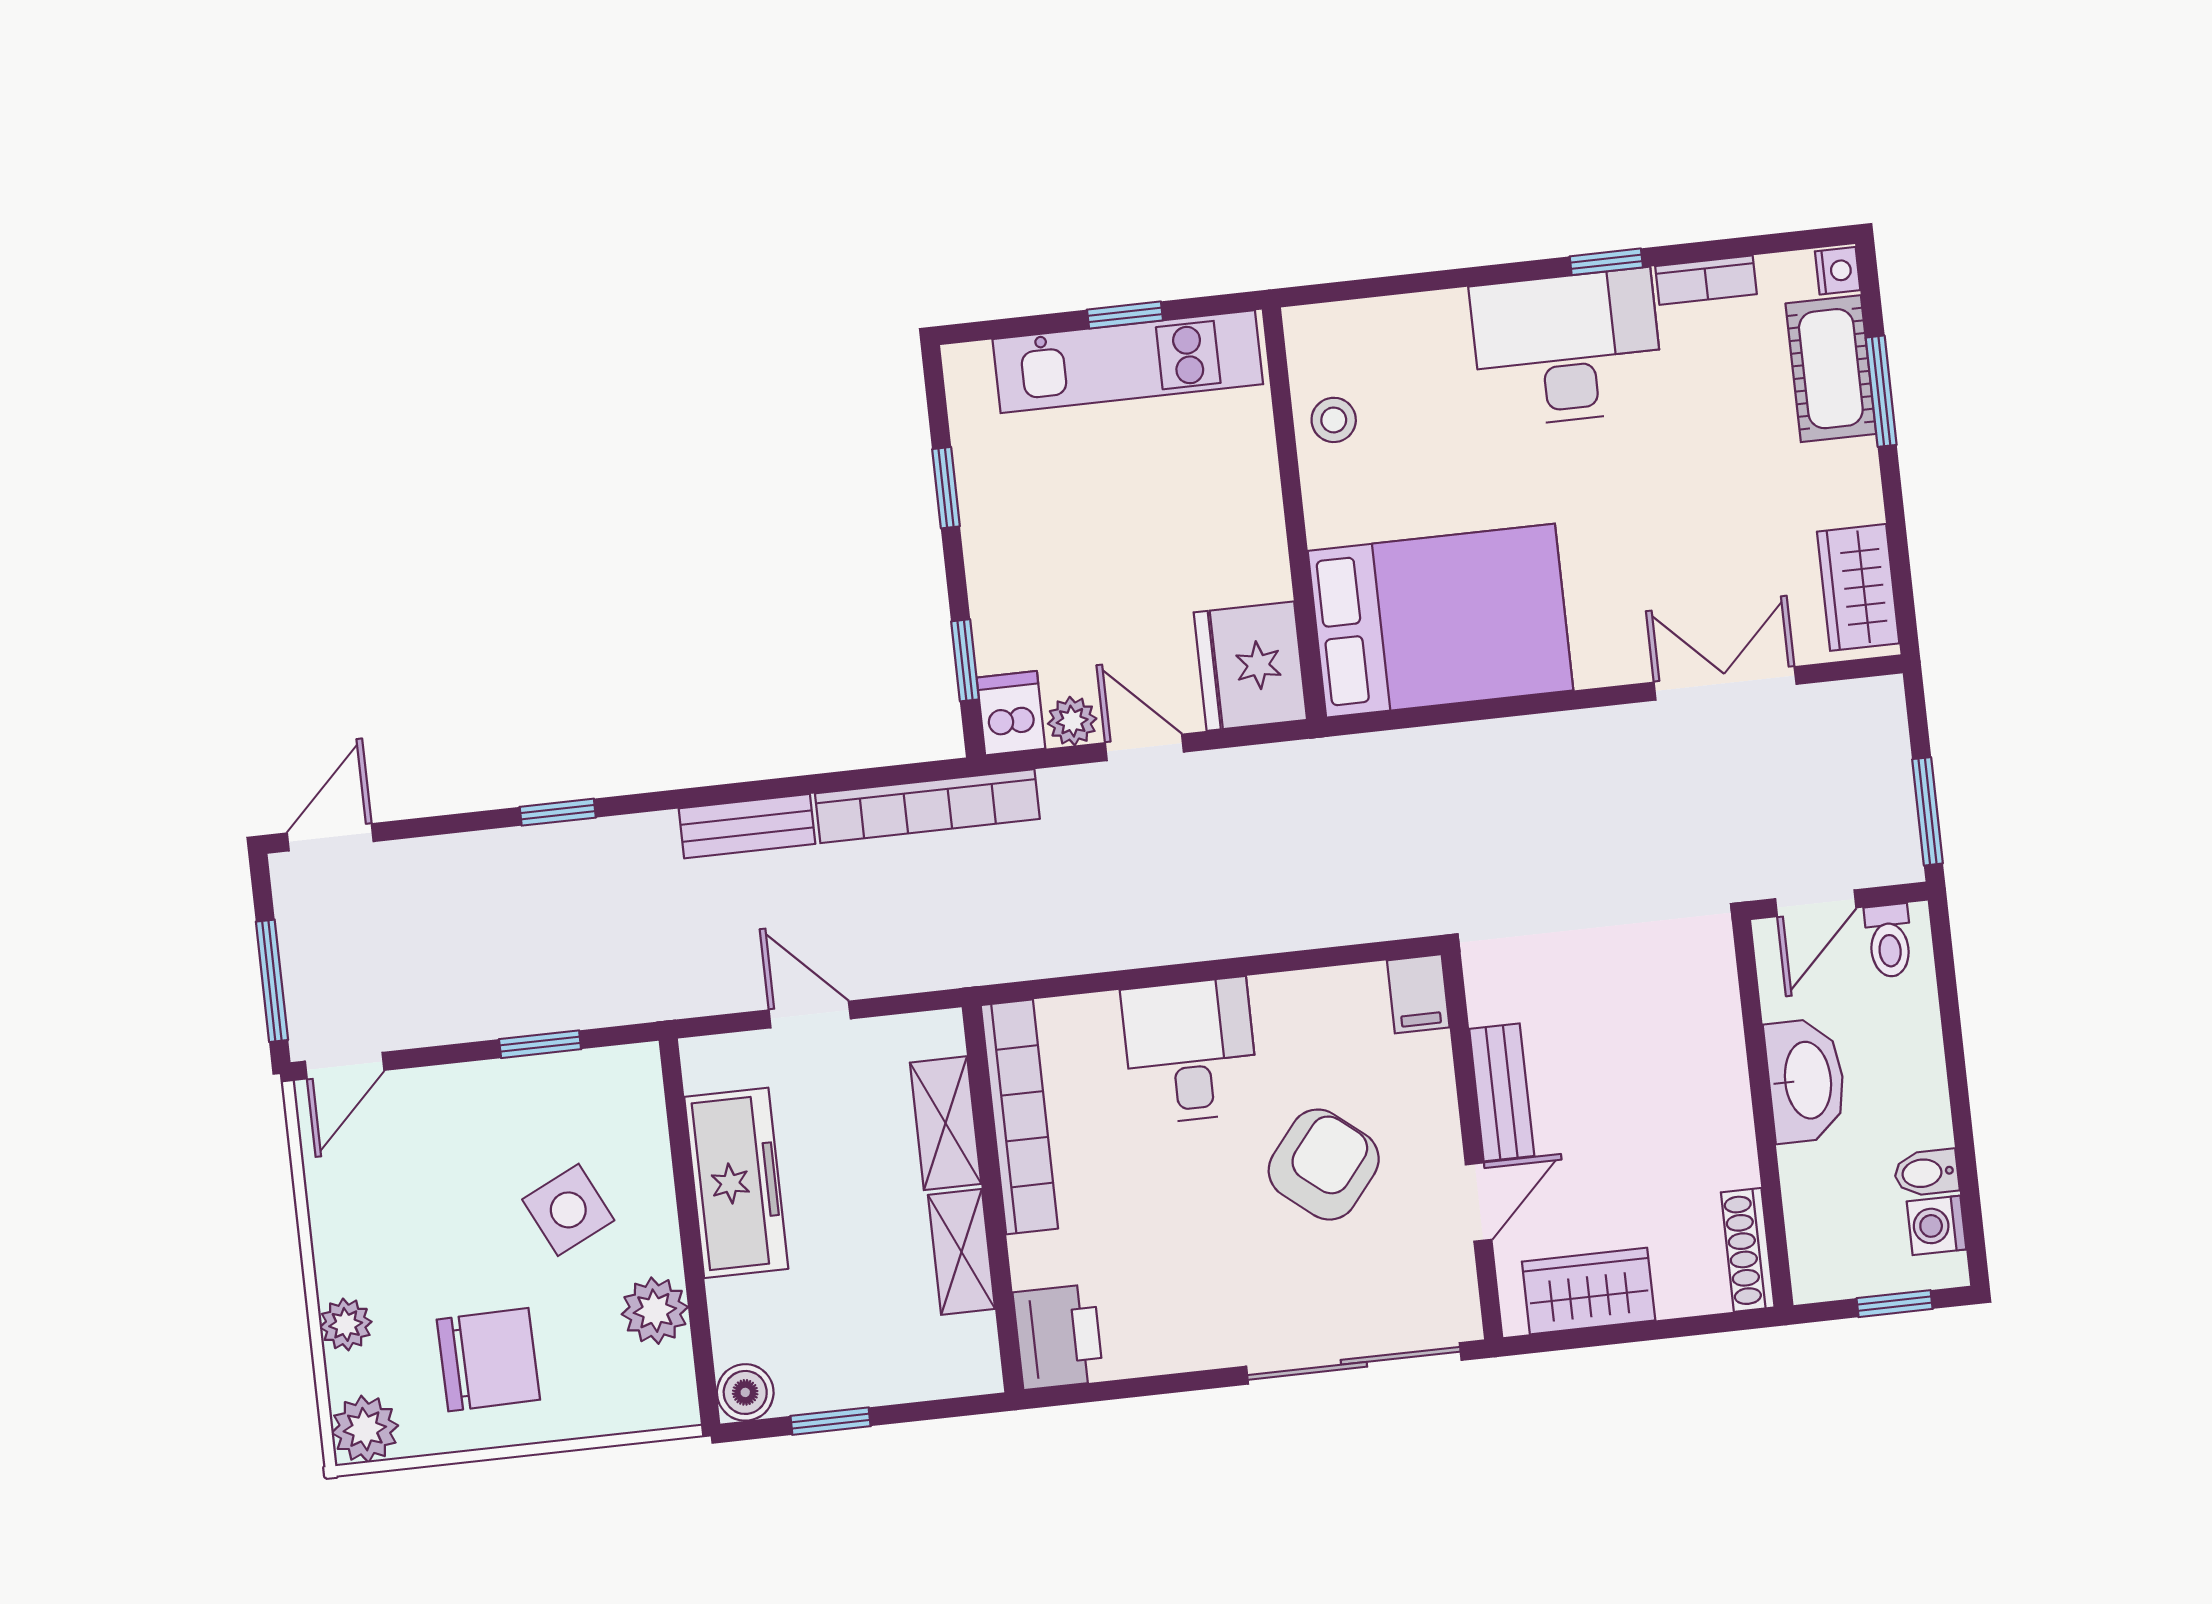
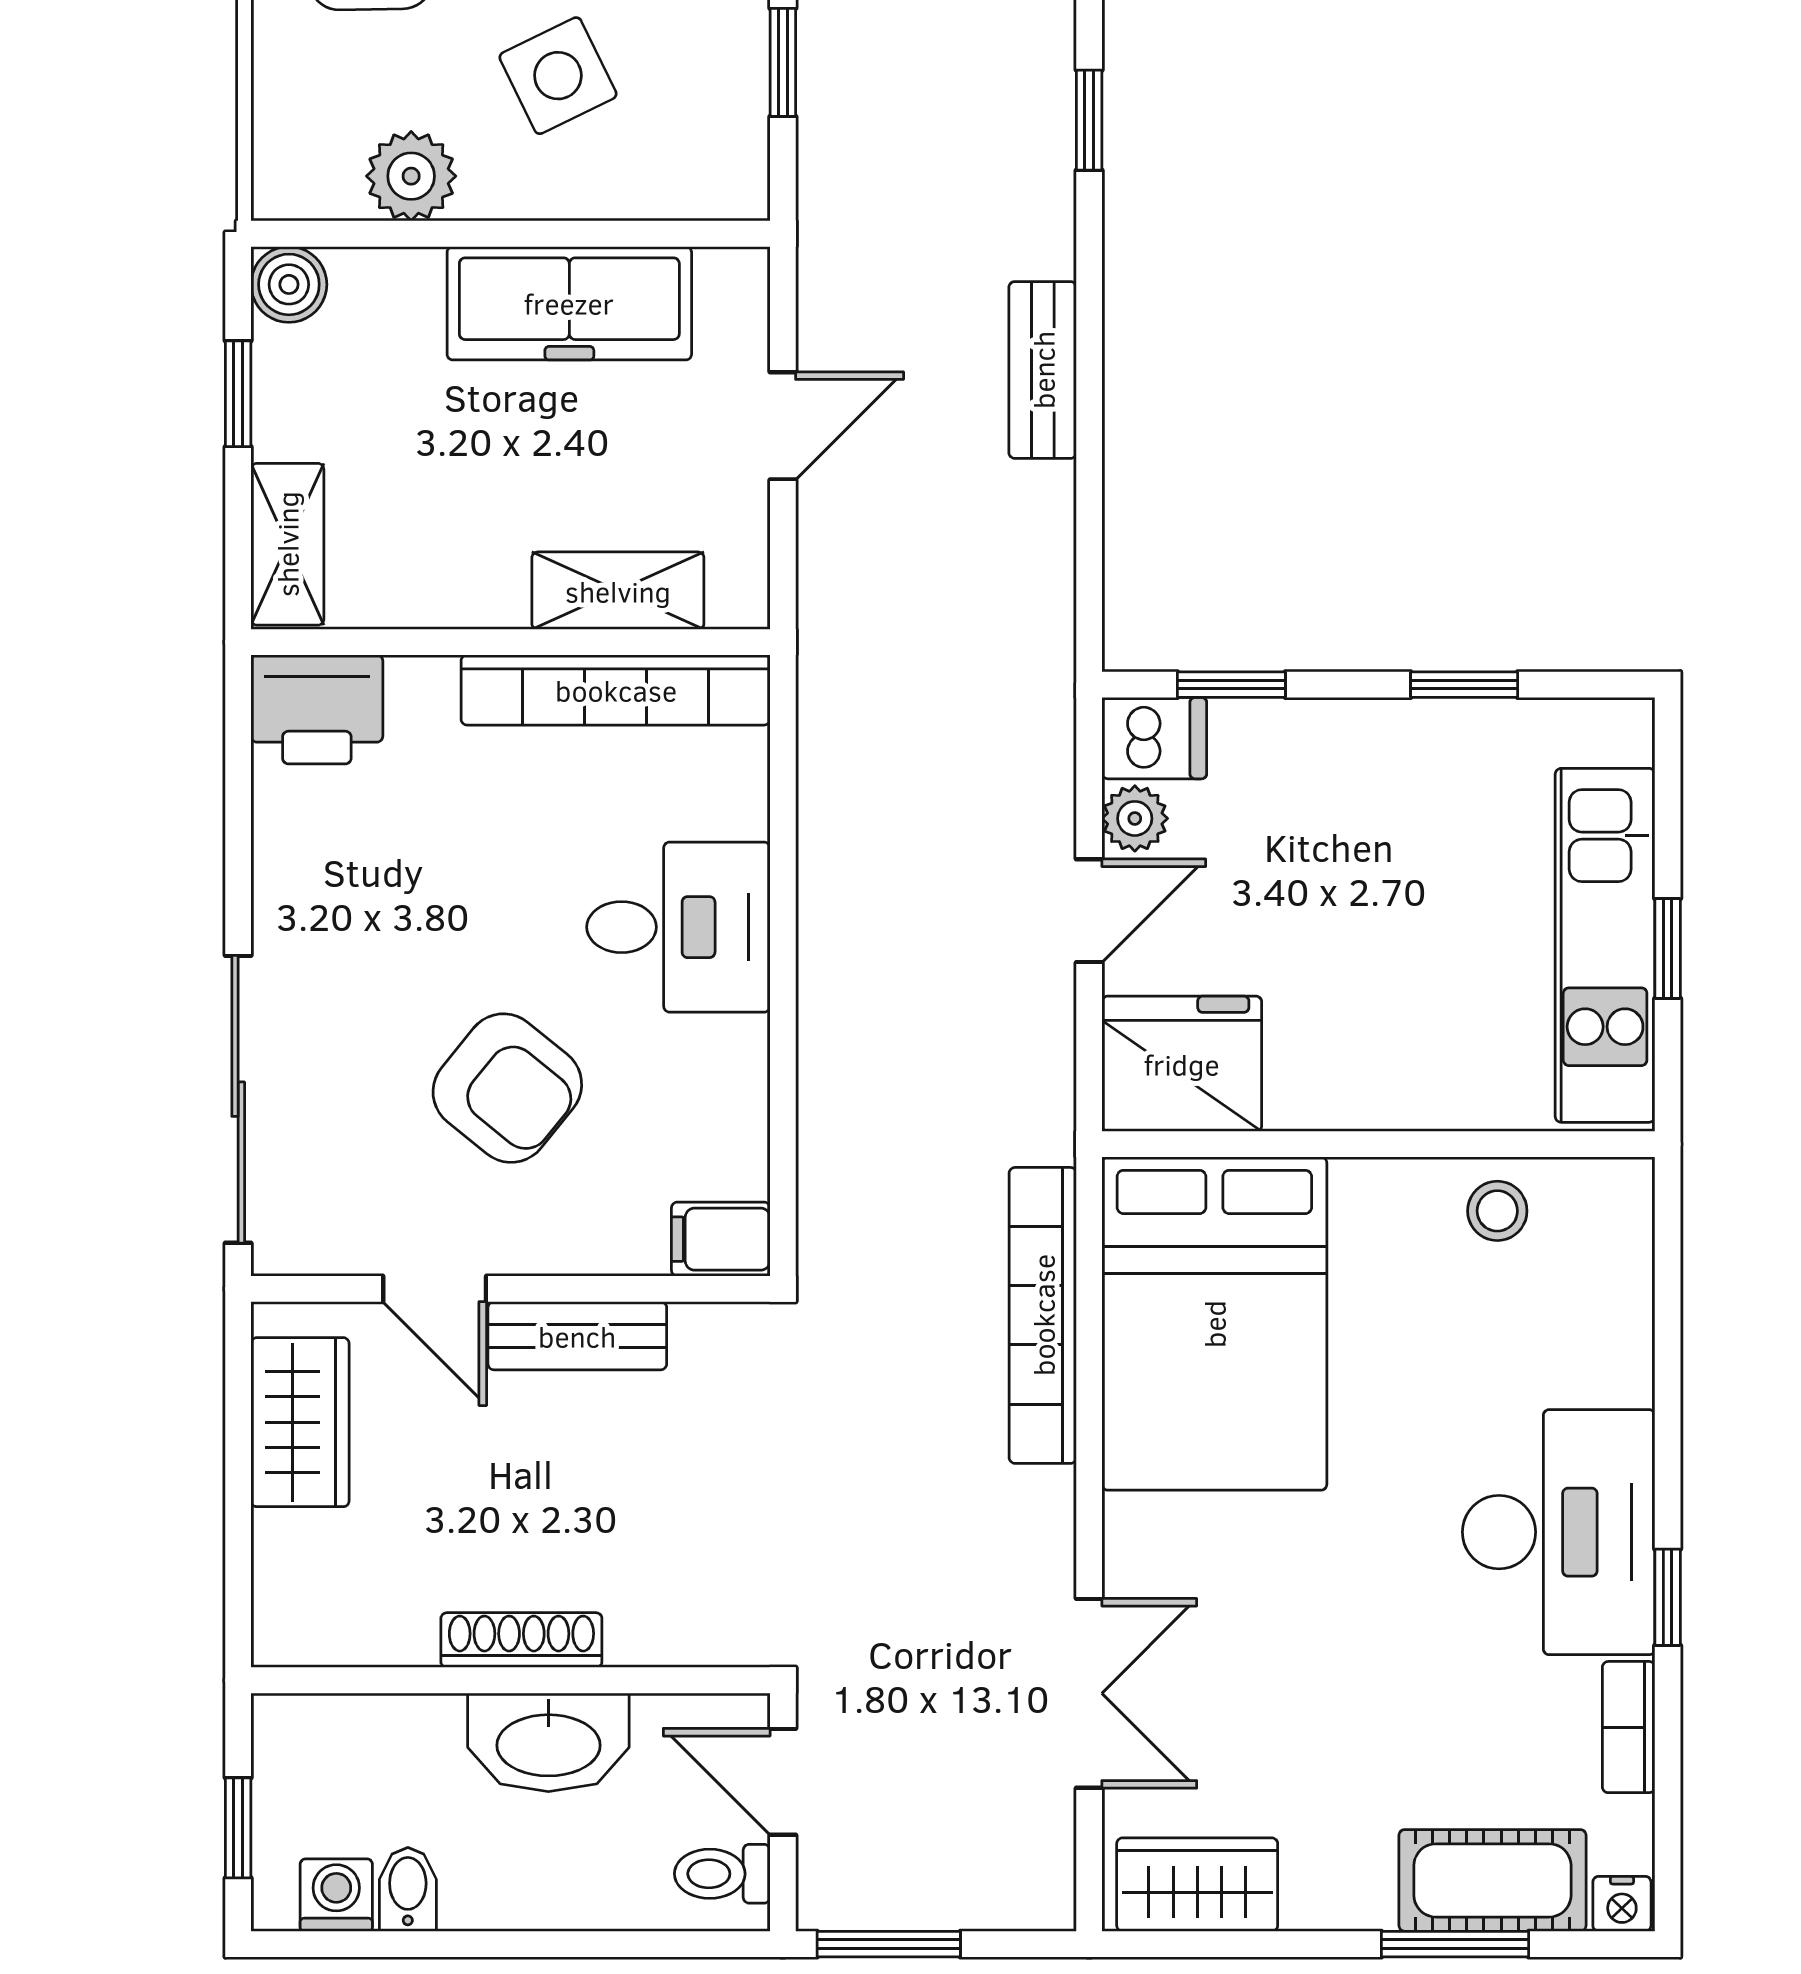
bookcase: (927, 806) -> (1043, 1315), moved
shoe rack: (1748, 1250) -> (521, 1640), moved
shelving: (961, 1252) -> (287, 544), moved, turned 90

